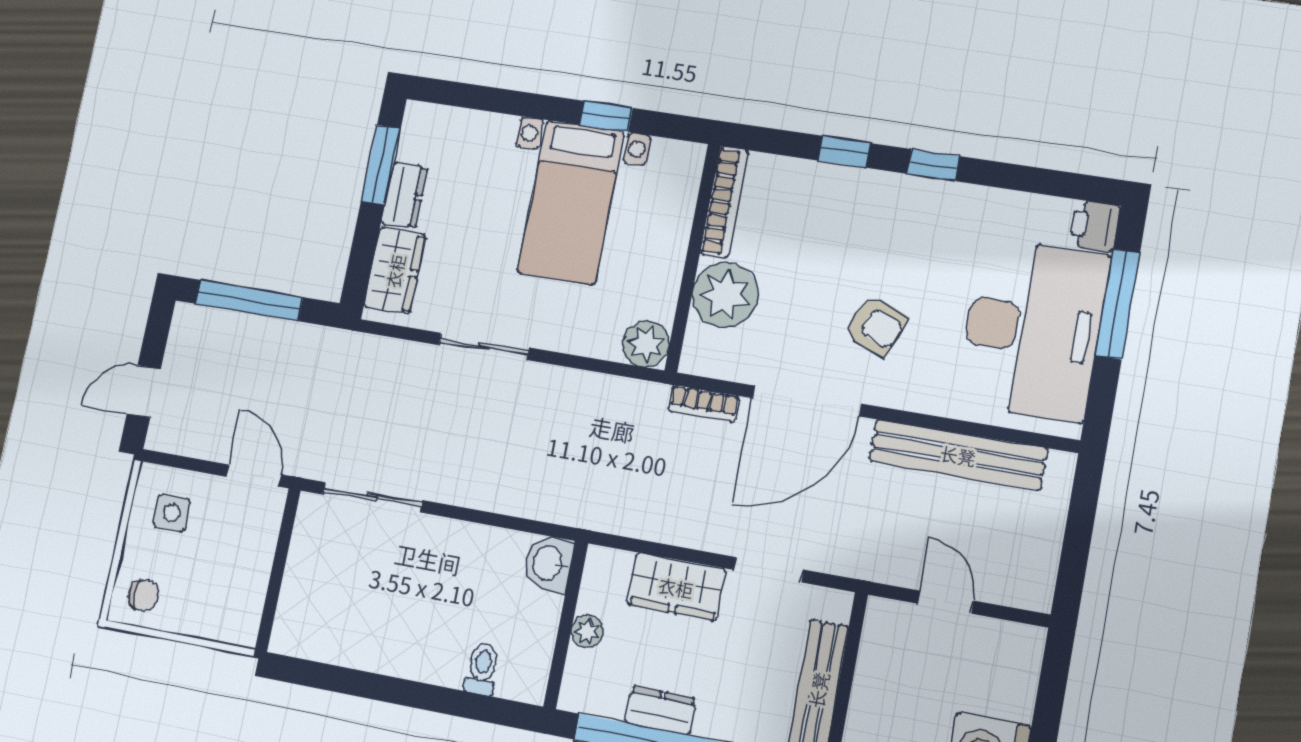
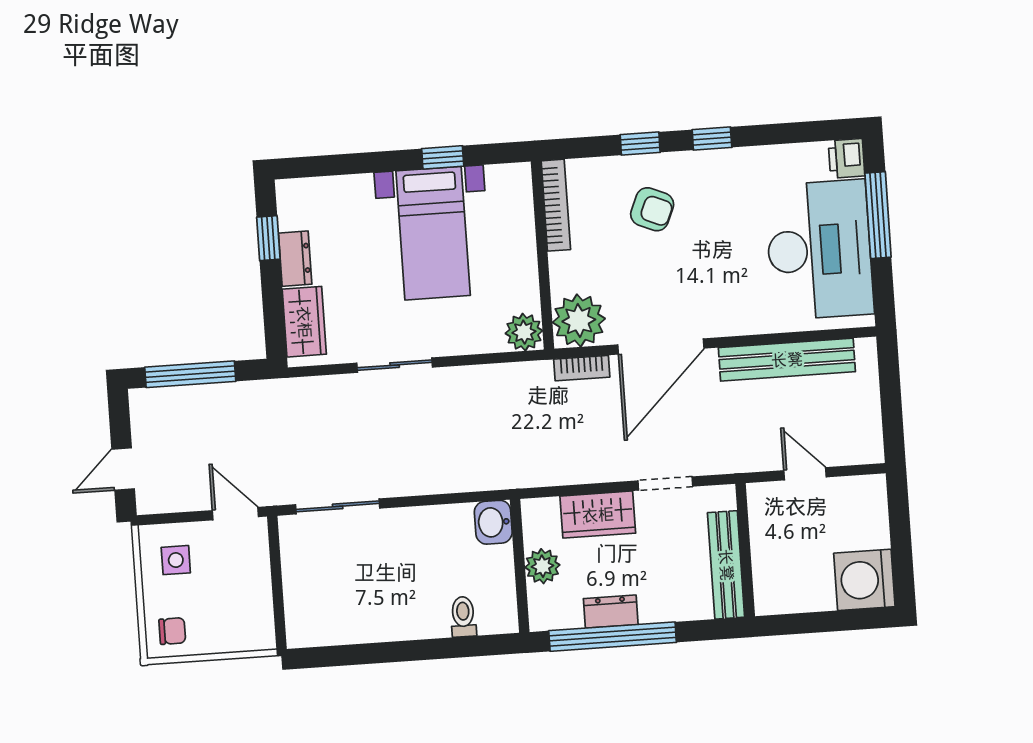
window: (381, 165) -> (268, 238), width x0.67
plant: (725, 295) -> (579, 320), moved
armchair: (876, 325) -> (652, 209), moved
plant: (587, 631) -> (542, 566), width x1.38, depth x1.38

